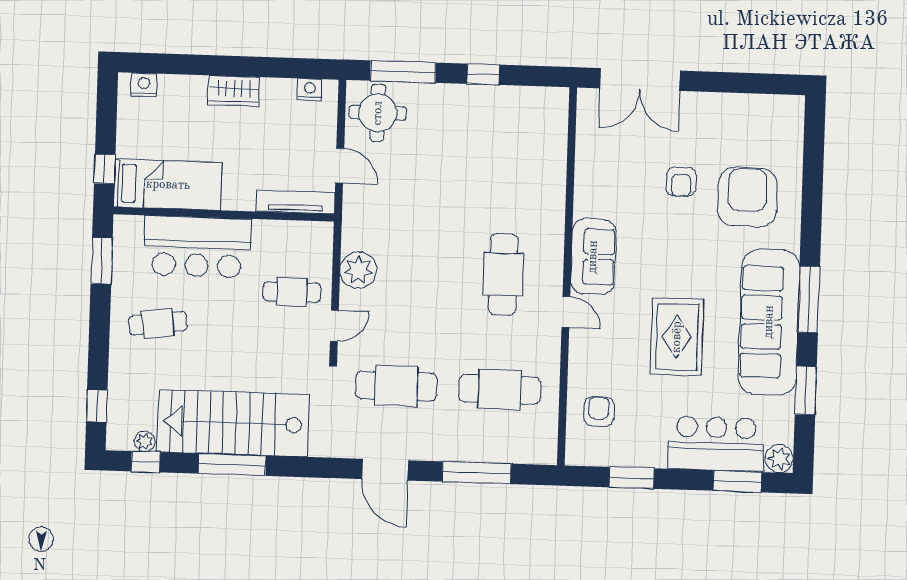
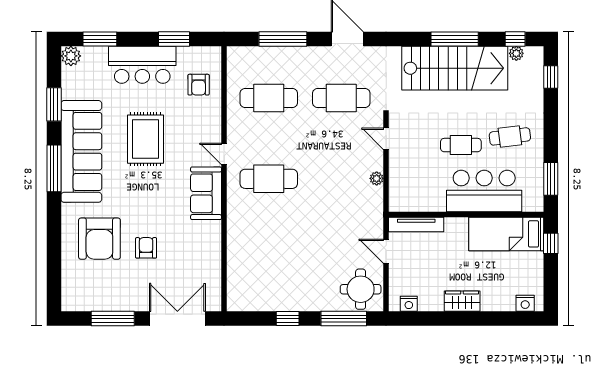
window: (732, 83) -> (113, 319), added
plant: (358, 270) -> (377, 178), width x0.53, depth x0.53
cafe table: (503, 274) -> (269, 179), turned 90
cafe table: (292, 292) -> (461, 145), moved
door: (334, 326) -> (386, 139), hinge flipped
bar counter: (716, 444) -> (142, 65), moved

